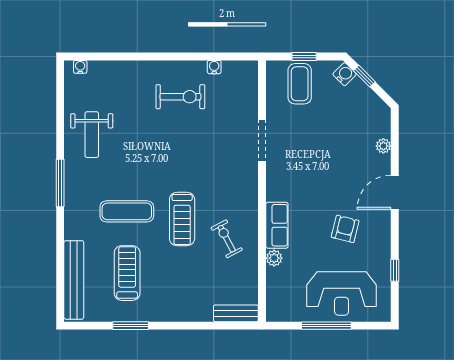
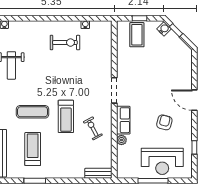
doorway: (262, 140) -> (114, 90), moved
plant: (383, 146) -> (188, 72), removed
door: (395, 192) -> (194, 100), hinge flipped

